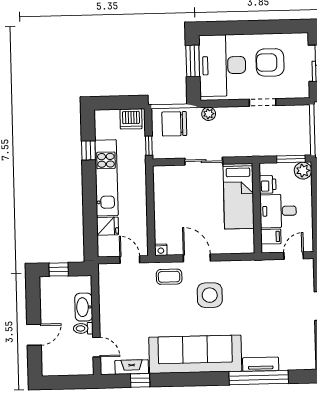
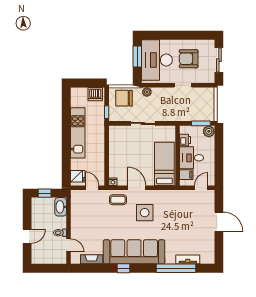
window: (88, 150) -> (66, 114), removed
bed: (239, 196) -> (164, 164), moved, turned 180
fridge: (108, 226) -> (78, 176), moved
washbasin: (84, 307) -> (61, 207), moved
tv unit: (261, 364) -> (188, 259), moved
window: (140, 380) -> (124, 268), moved

